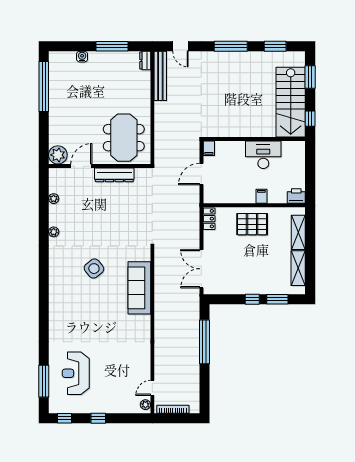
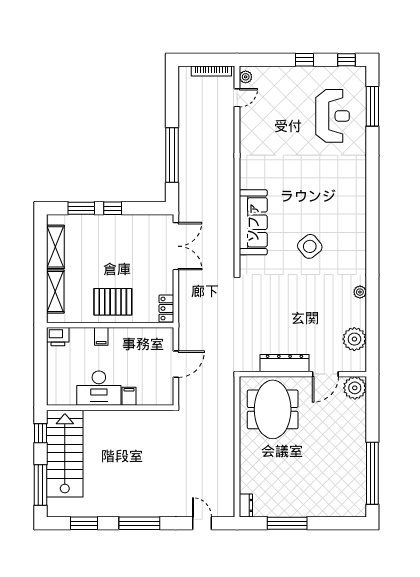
water cooler: (82, 57) -> (325, 510), removed
bench: (160, 76) -> (227, 486), removed
window: (310, 77) -> (41, 485), width x1.44
filing cabinet: (209, 148) -> (129, 396), moved
plant: (54, 199) -> (354, 339), width x1.88, depth x1.88

